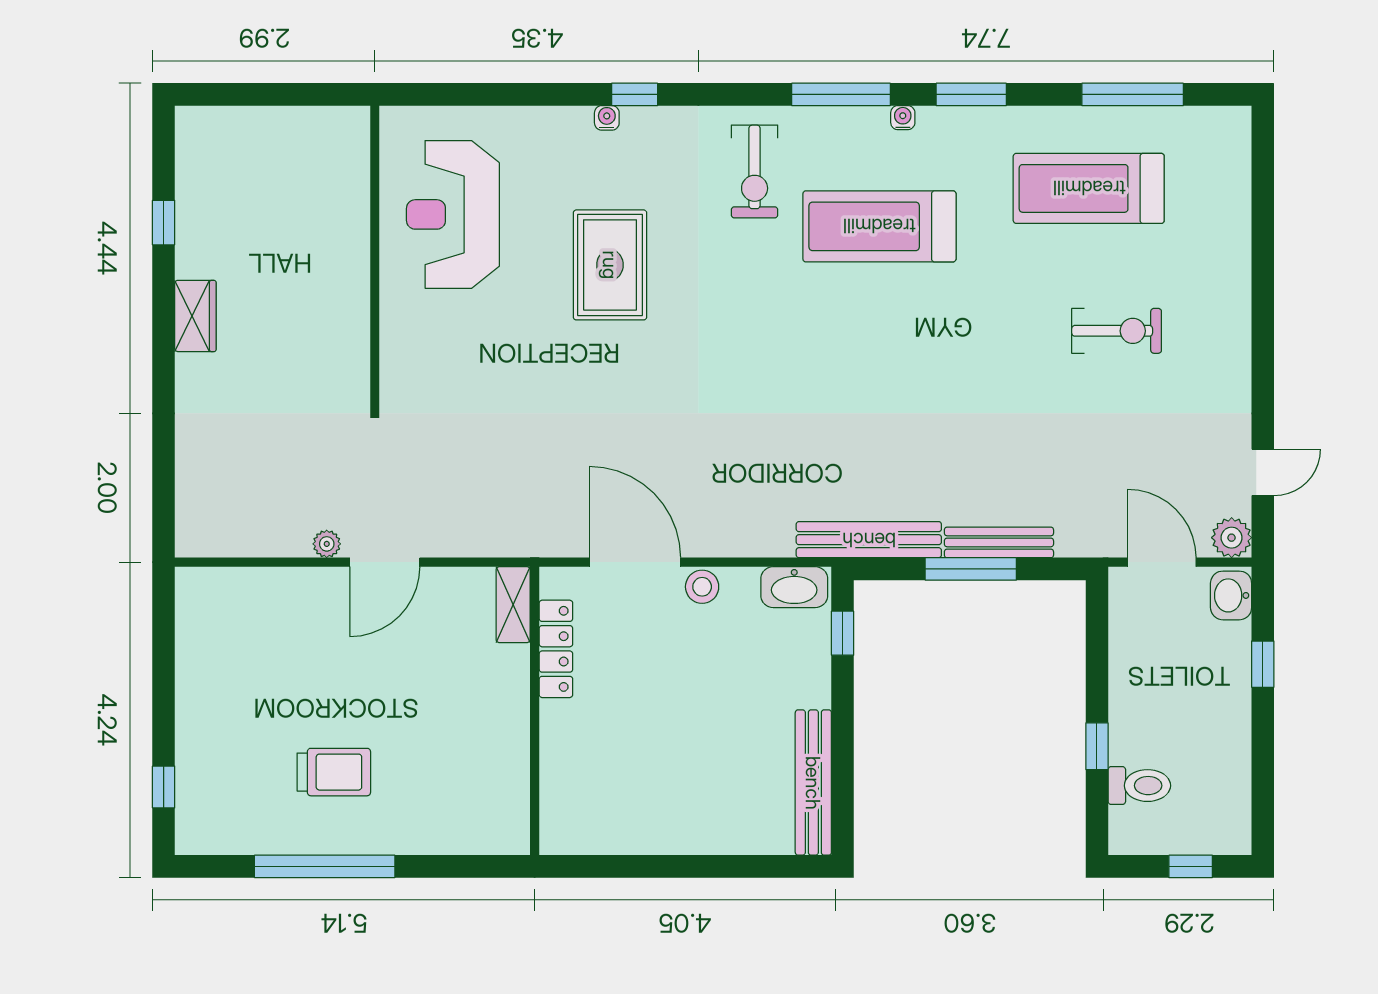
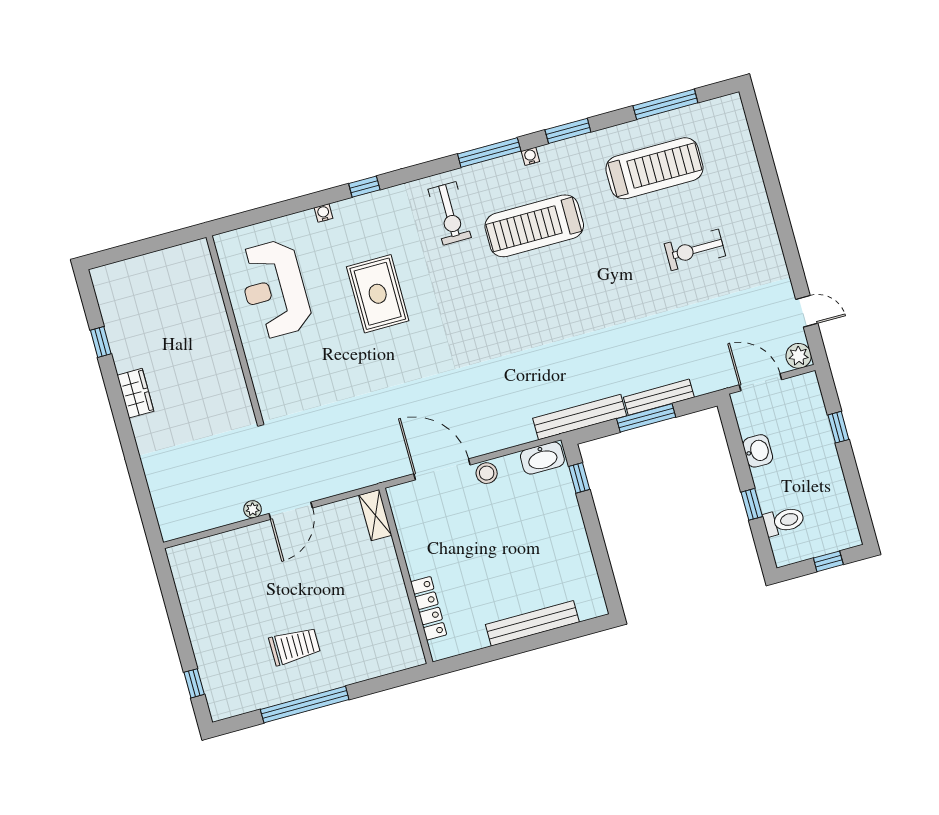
water cooler: (607, 118) -> (323, 213), moved
treadmill: (1089, 188) -> (654, 168), turned 180
exercise bike: (1117, 331) -> (695, 250), turned 180
door: (1263, 472) -> (807, 311), hinge flipped
washbasin: (1231, 595) -> (758, 451), moved, turned 180
locker: (556, 649) -> (429, 608), moved
bench: (813, 783) -> (532, 623), moved, turned 90

